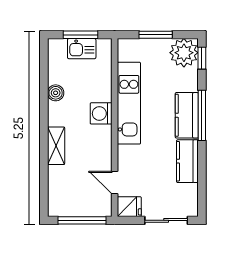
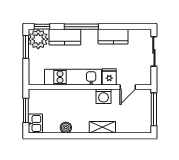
window: (156, 35) -> (26, 47), moved
kitchen sink: (82, 49) -> (35, 124), moved
washing machine: (101, 113) -> (104, 96), moved
kitchen counter: (187, 115) -> (65, 37), moved
fridge: (129, 207) -> (109, 77), moved

